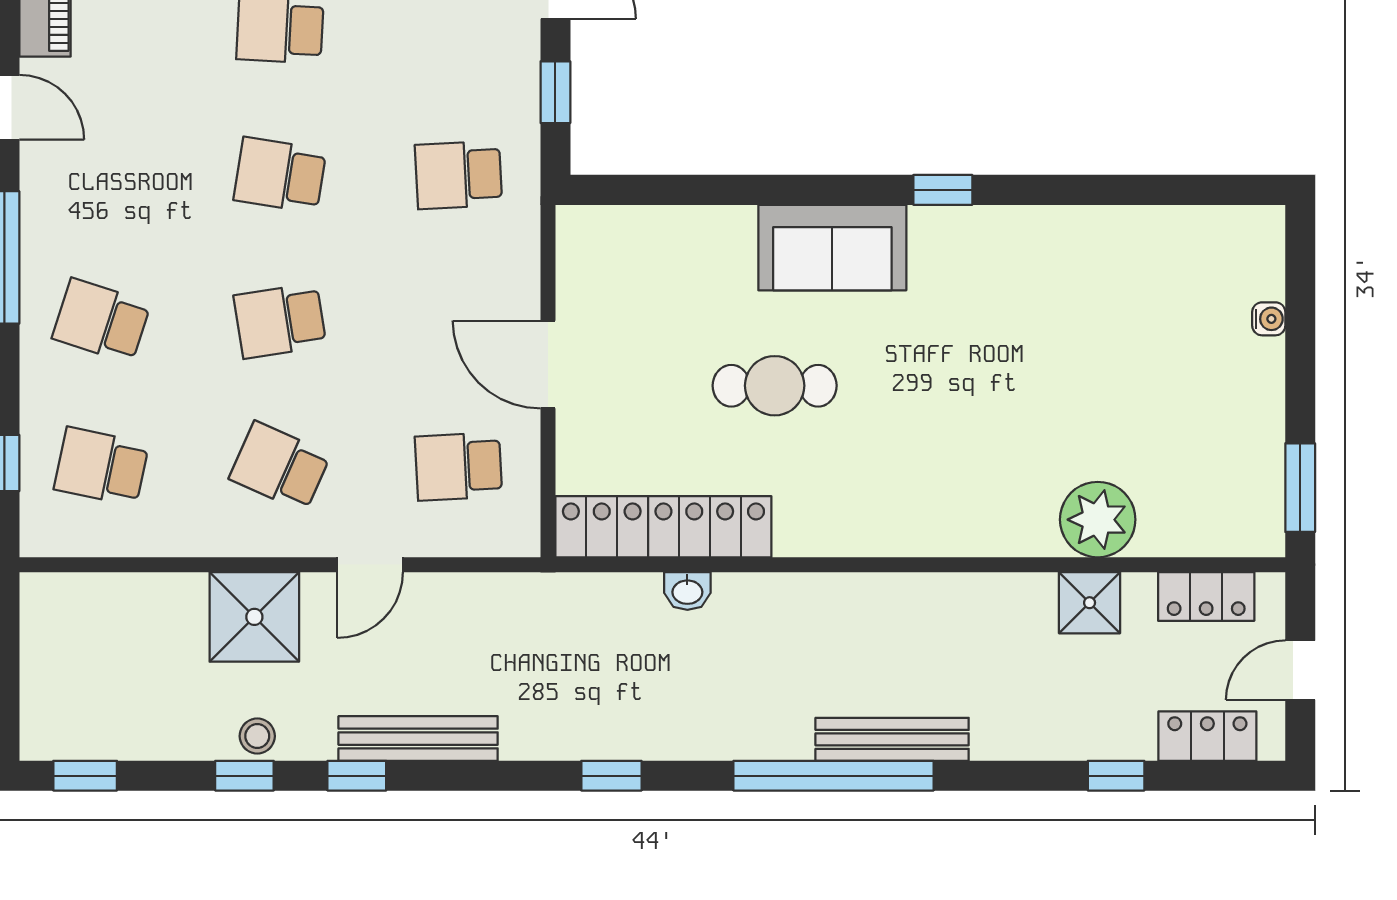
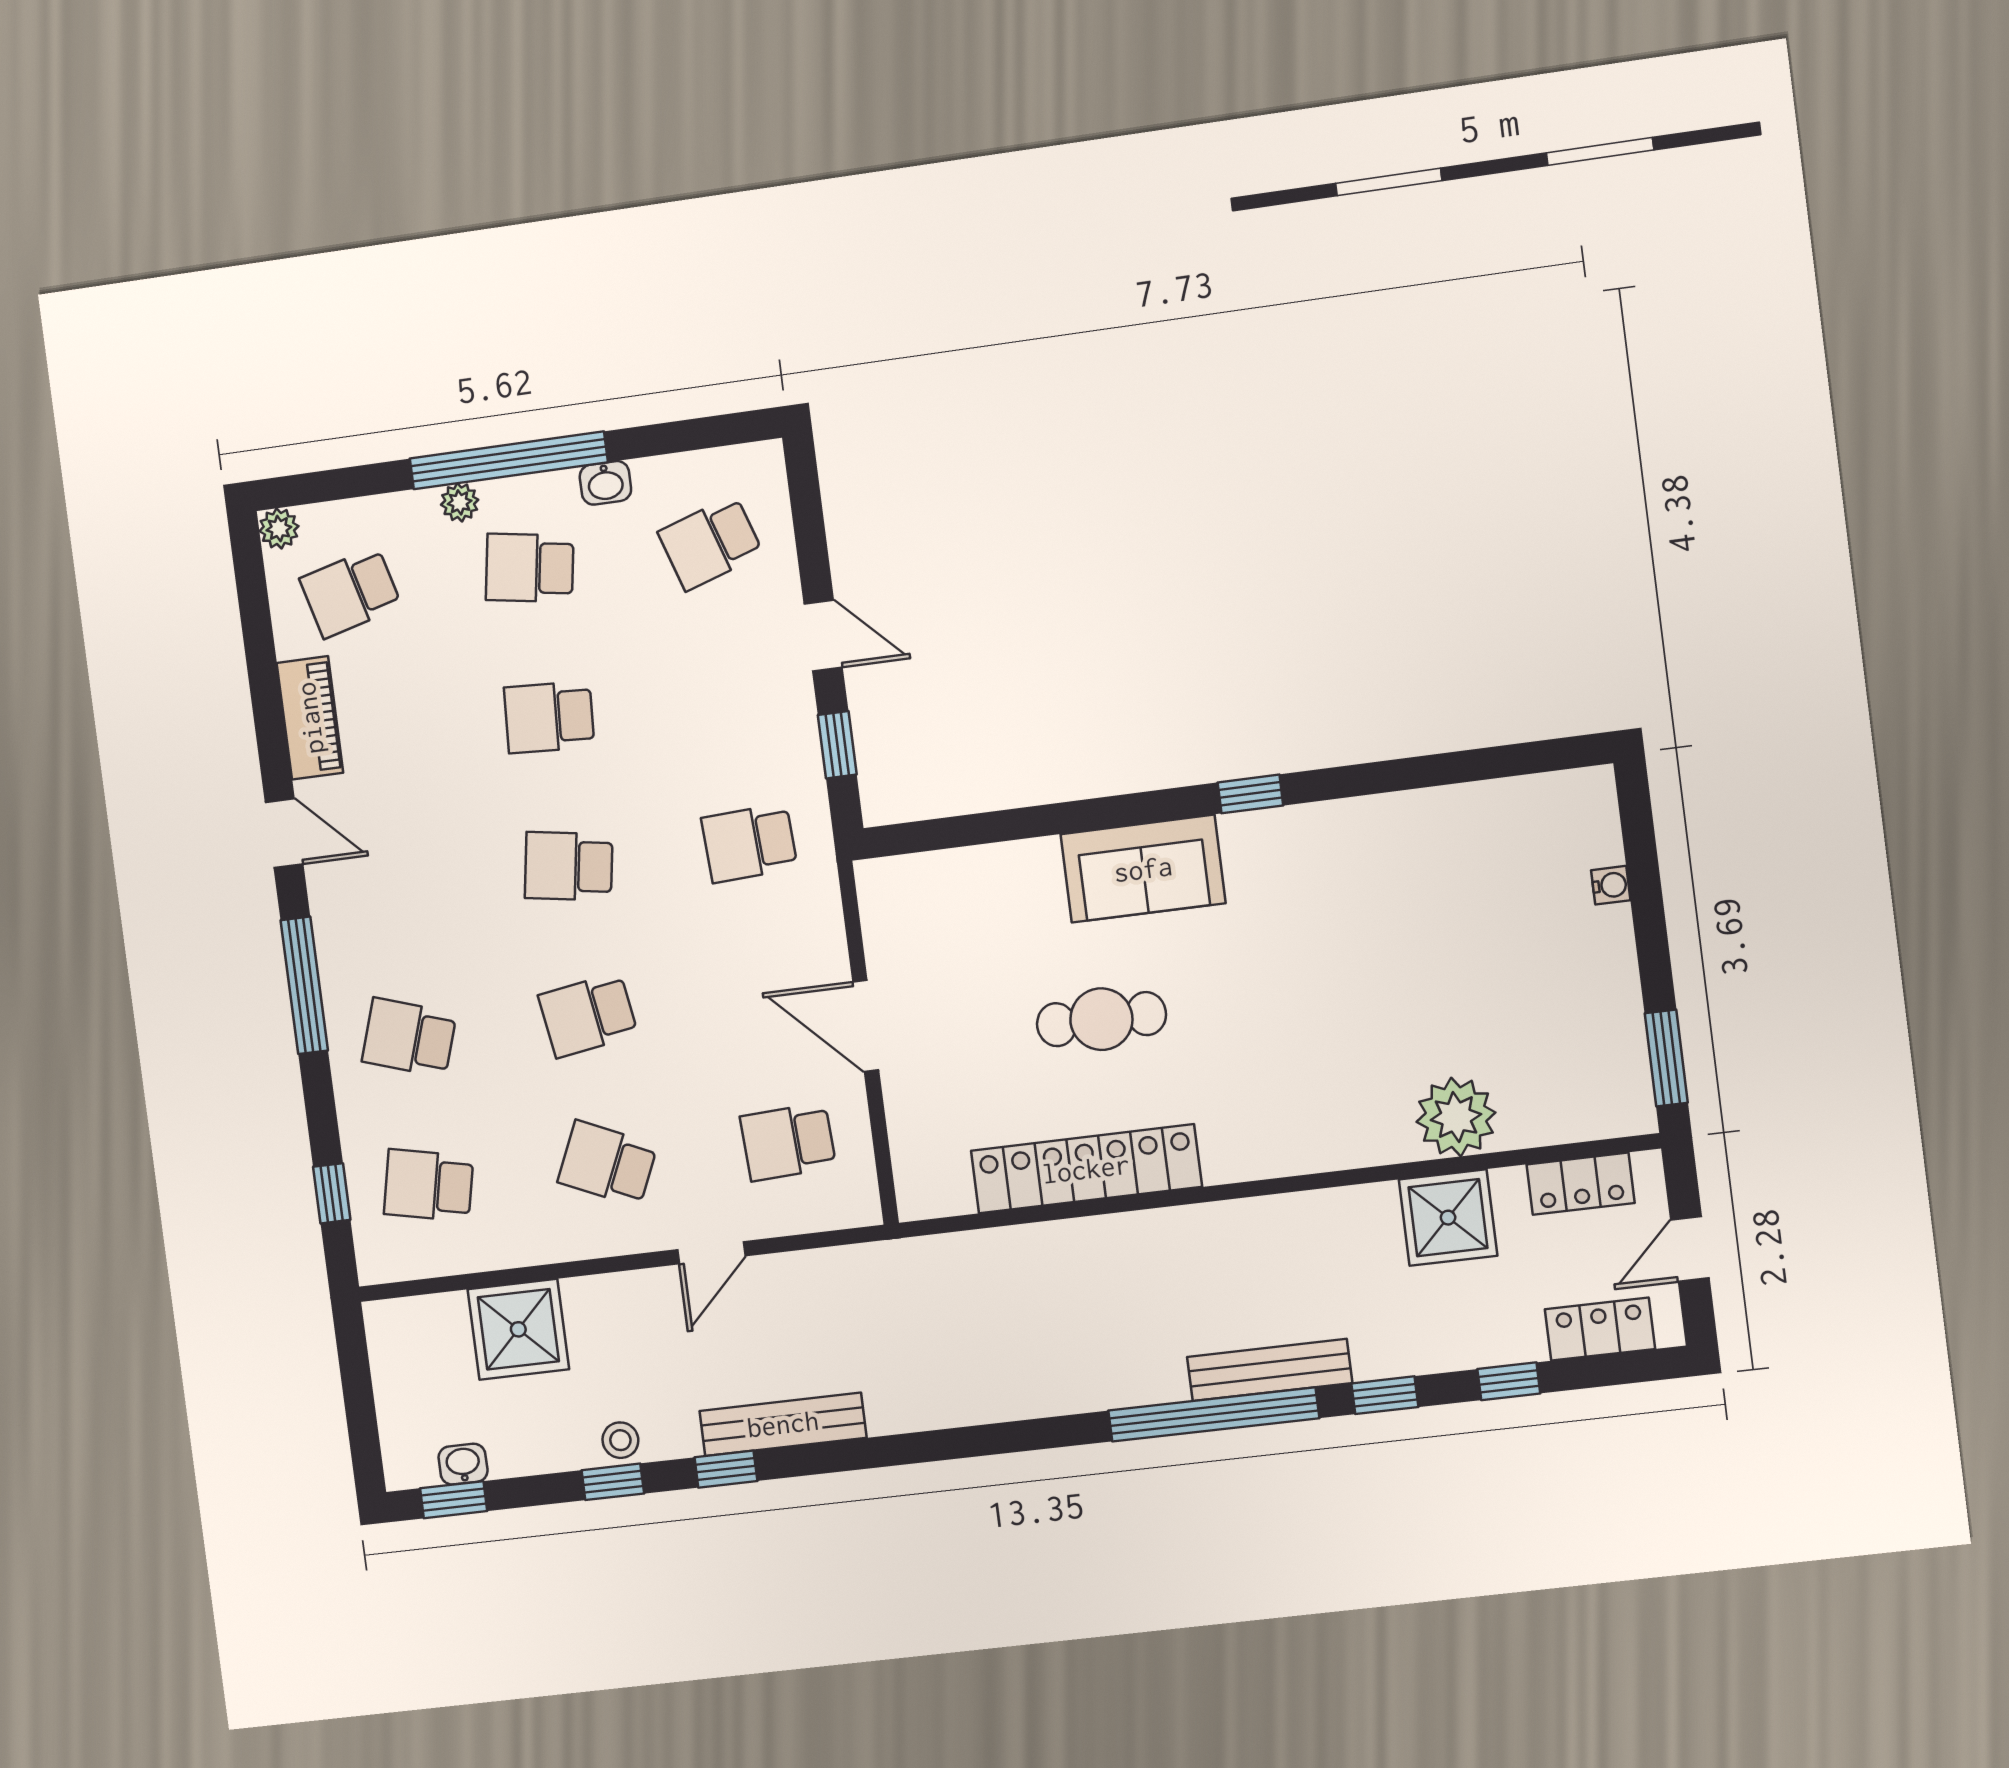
locker: (663, 527) -> (1086, 1169), moved
washbasin: (687, 591) -> (463, 1464), moved, turned 180
shower: (1090, 603) -> (1448, 1218), width x1.36, depth x1.36
shower: (254, 617) -> (518, 1329), moved
window: (611, 776) -> (1385, 1395), moved

